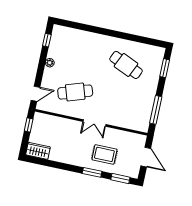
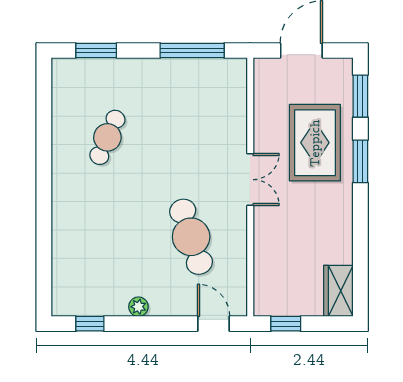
cafe table: (126, 65) -> (107, 137), width x0.73, depth x0.74
rug: (104, 154) -> (315, 143), width x1.36, depth x1.43

